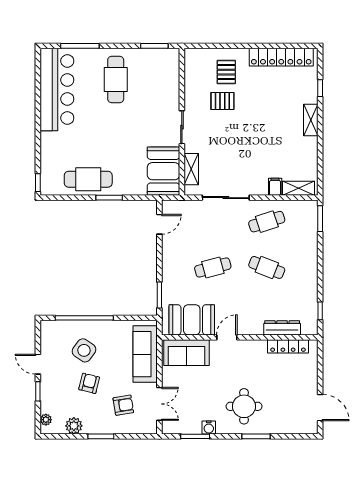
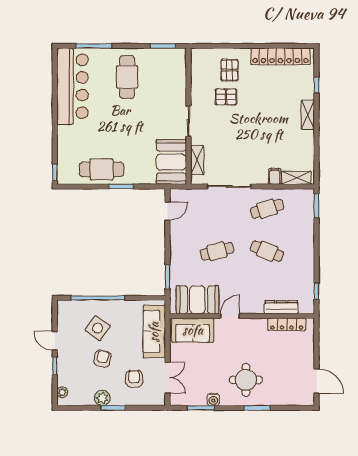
armchair: (123, 405) -> (134, 379), turned -81
plant: (74, 426) -> (102, 398), moved

